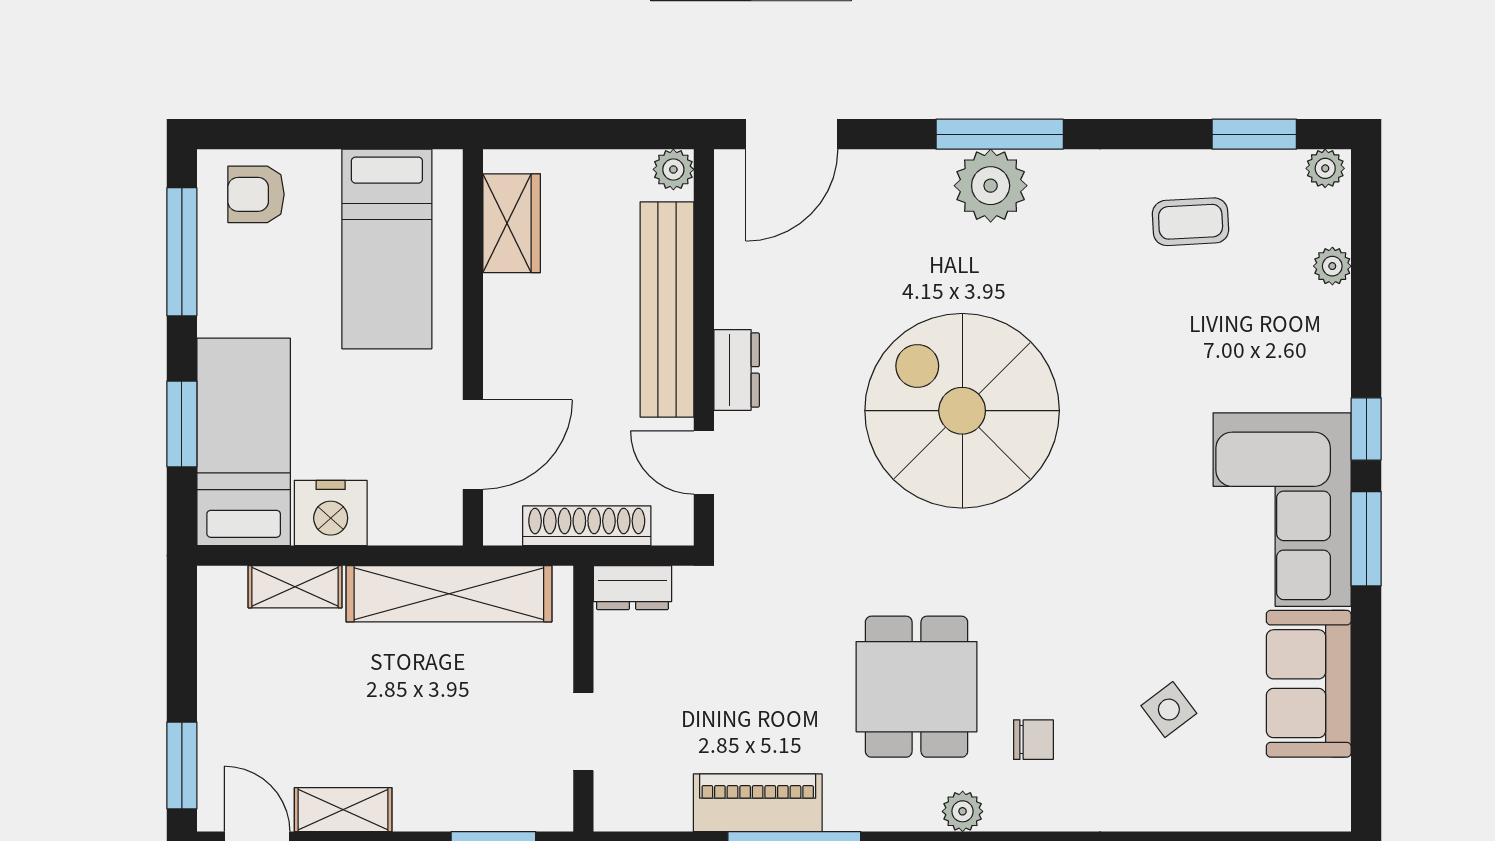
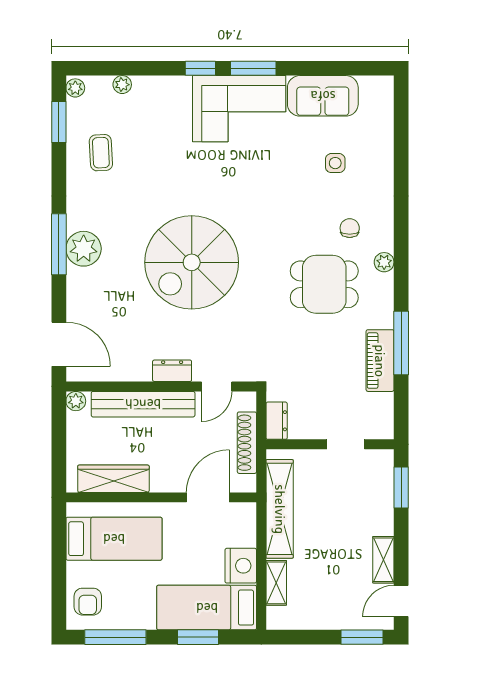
wardrobe: (512, 223) -> (113, 479), width x1.50
door: (473, 445) -> (208, 497), hinge flipped
side table: (1169, 710) -> (335, 163), turned 37

